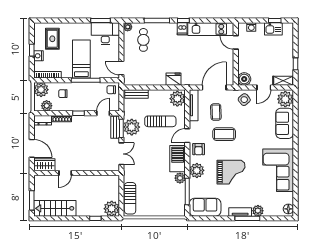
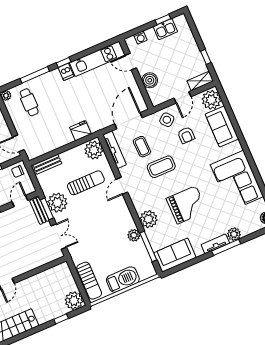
boiler: (244, 79) -> (150, 80), moved
armchair: (199, 149) -> (186, 135), moved
barbecue: (178, 159) -> (123, 280), moved, turned 90

